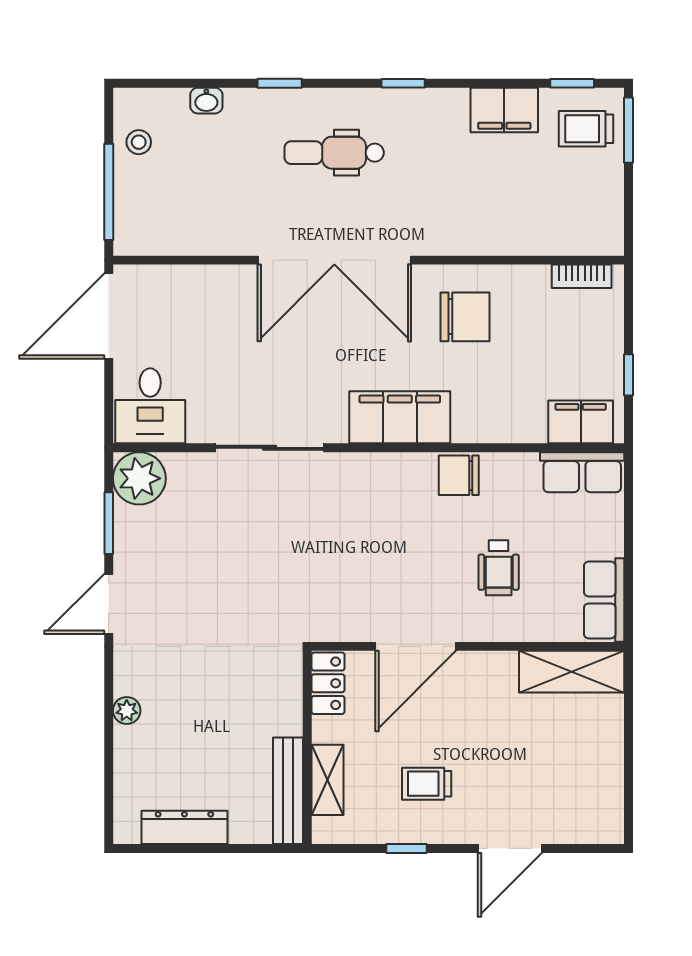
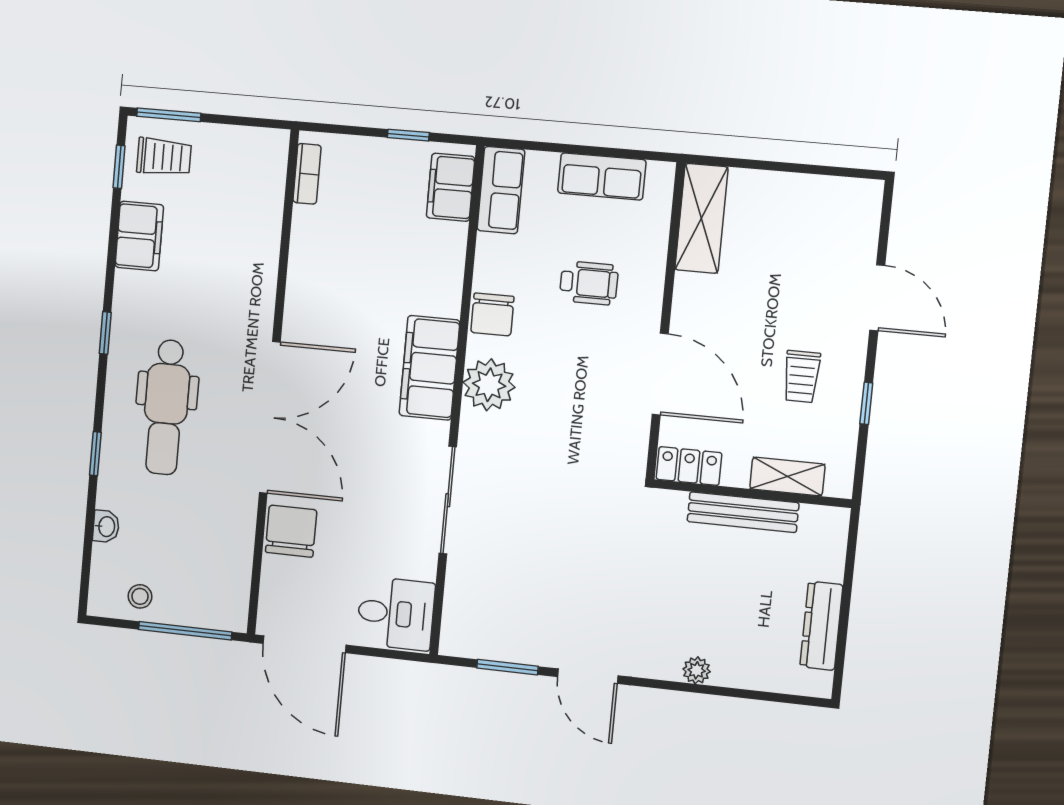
trolley: (586, 129) -> (164, 157), turned -90
dental chair: (334, 153) -> (166, 407), width x1.36, depth x1.38
chair: (465, 317) -> (291, 531), moved
plant: (139, 478) -> (489, 385), moved
row of seats: (604, 600) -> (602, 176), moved
bench: (288, 791) -> (743, 512), moved

